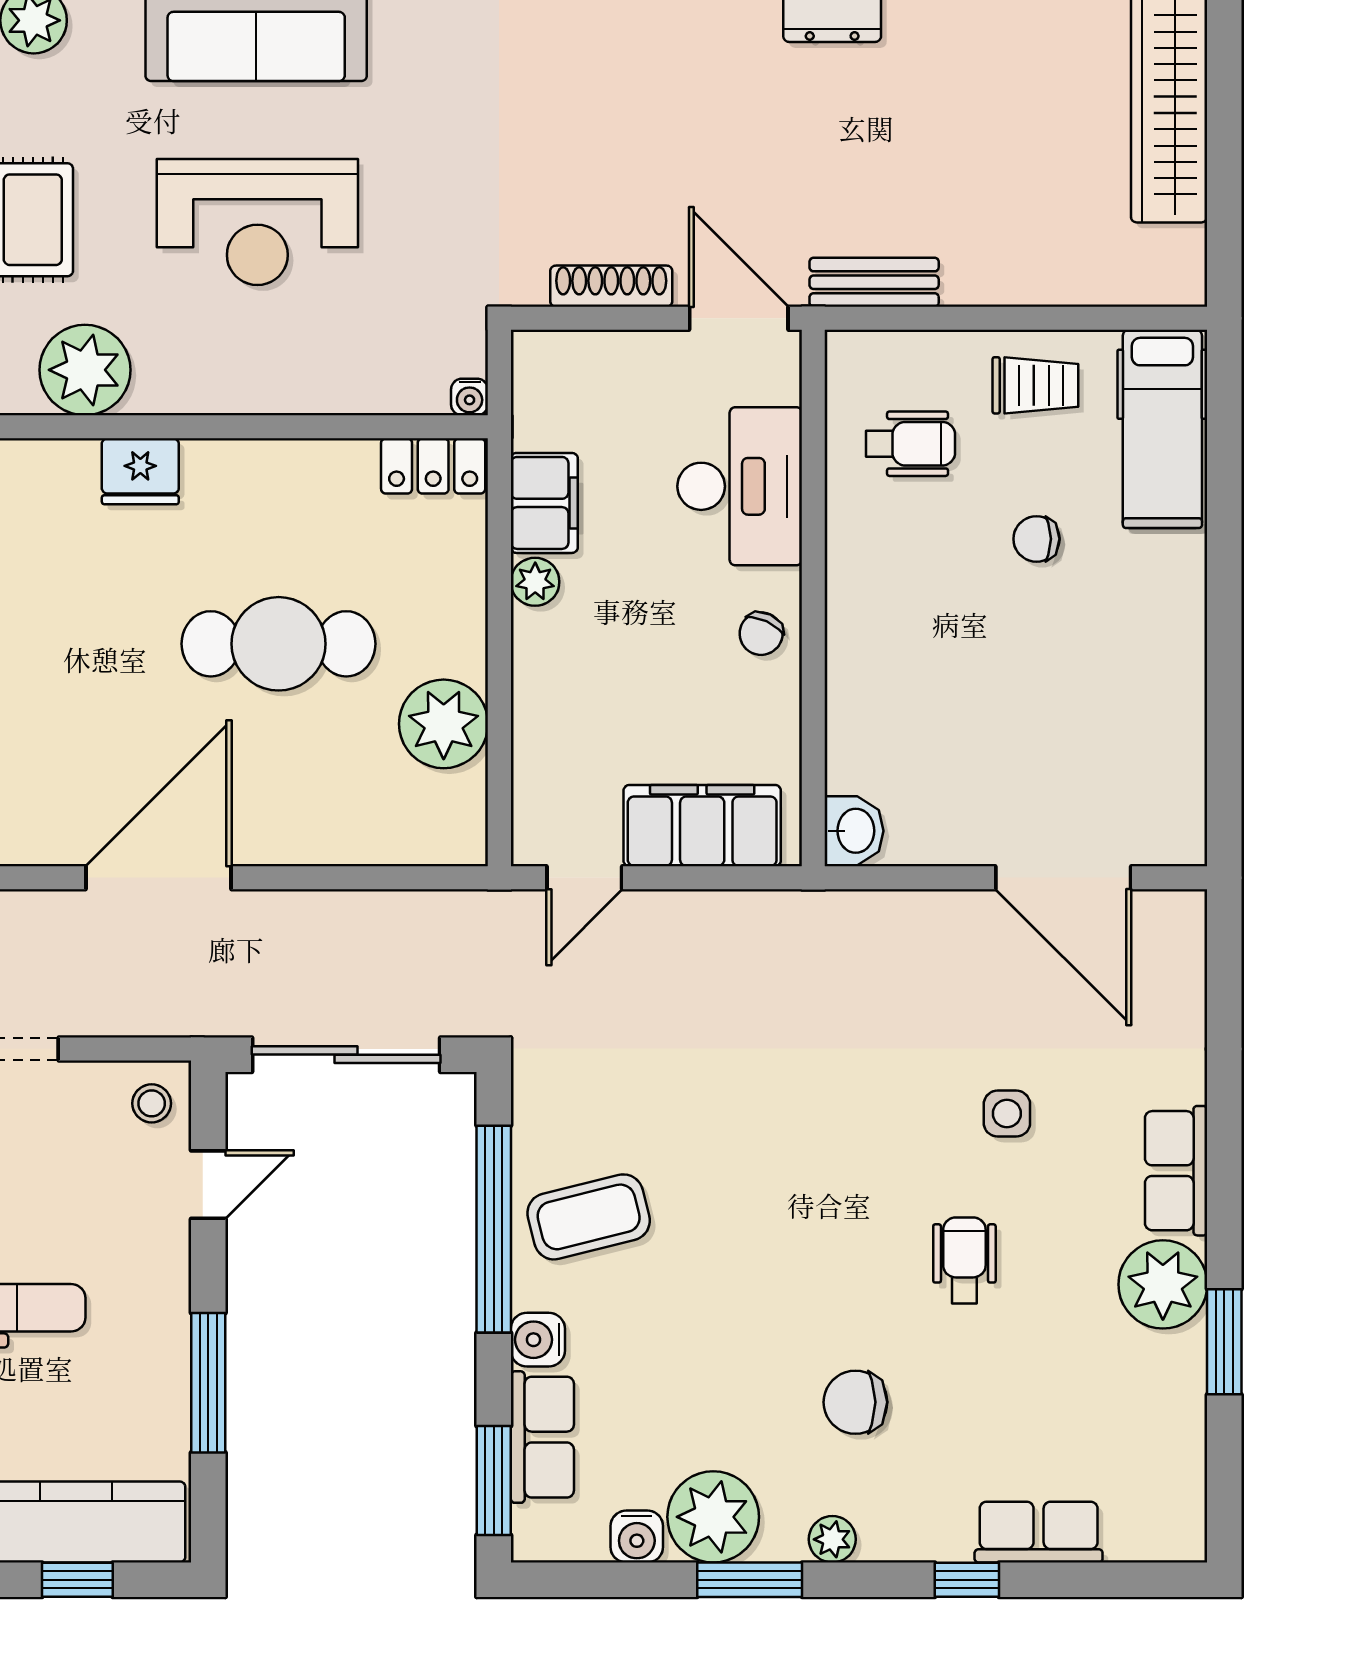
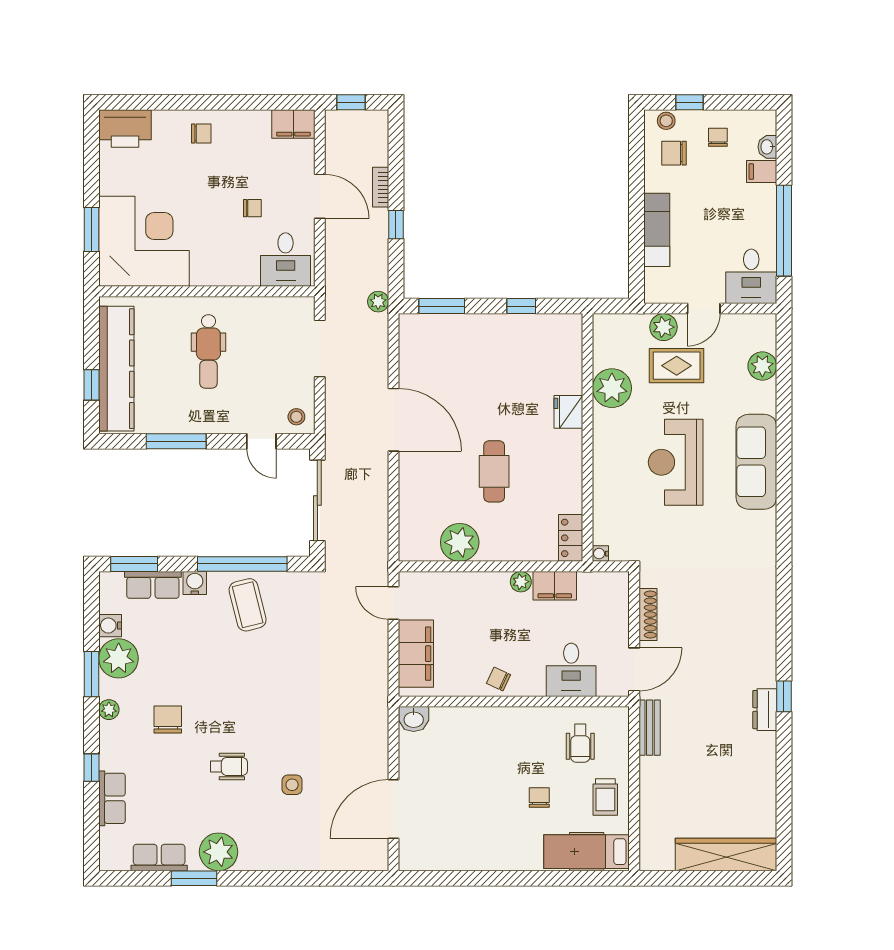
desk: (740, 486) -> (571, 670), width x0.73
cafe table: (279, 644) -> (494, 471), width x0.73, depth x0.74
row of seats: (1176, 1171) -> (159, 858), moved

